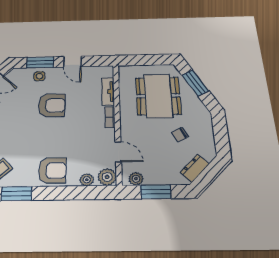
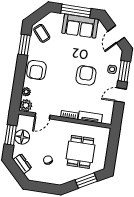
dining table: (158, 96) -> (80, 152), width x0.73
armchair: (52, 105) -> (86, 75), turned 180
floor lamp: (155, 175) -> (22, 137), added
plant: (136, 179) -> (21, 124), removed

